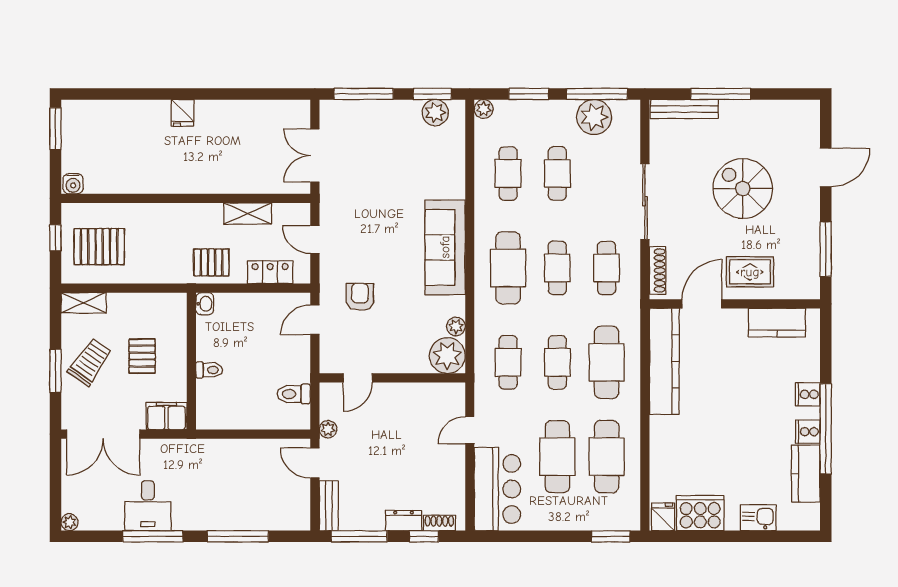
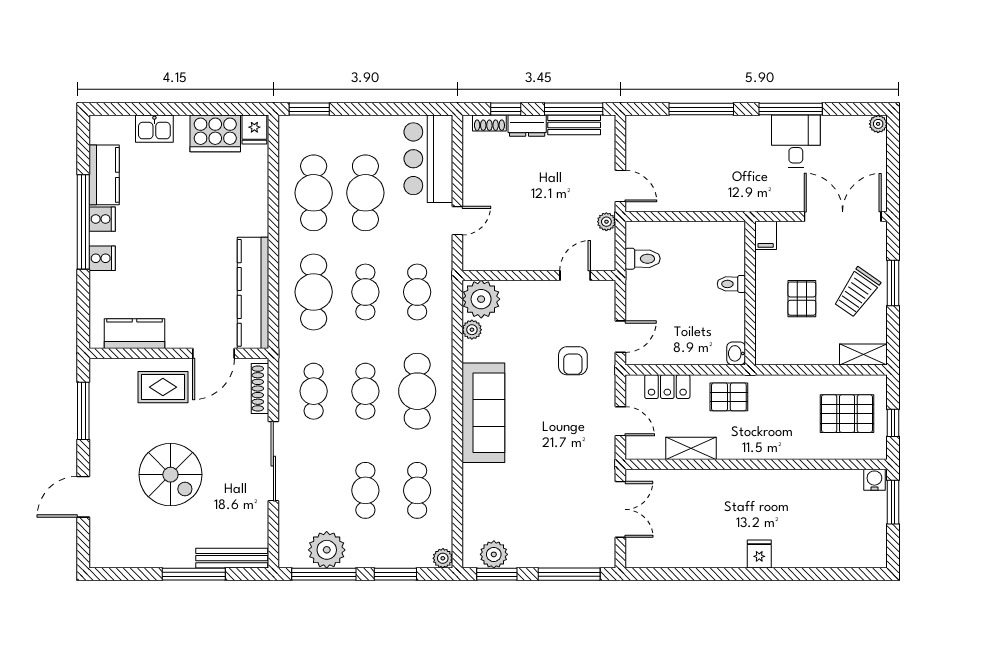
window: (55, 129) -> (893, 502), moved
filing cabinet: (166, 416) -> (766, 235), width x0.50
bench: (329, 506) -> (574, 125), moved, turned 90

